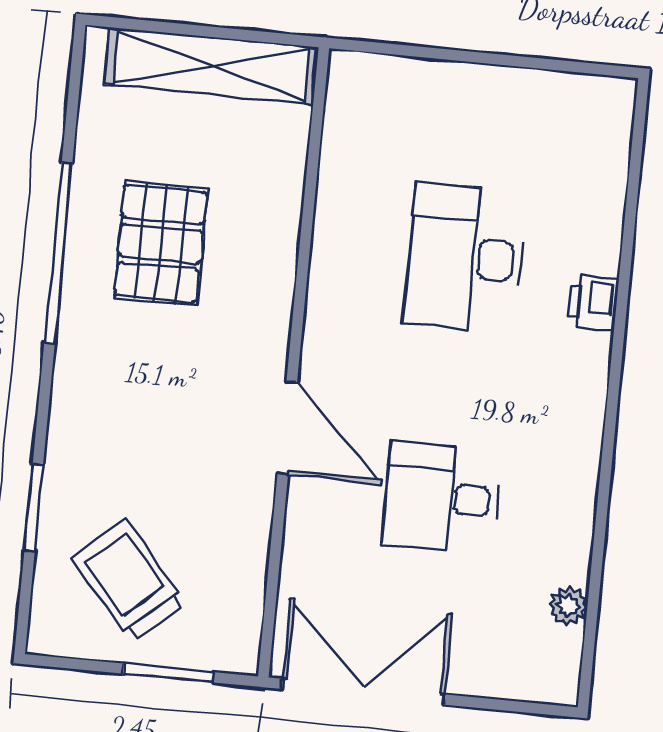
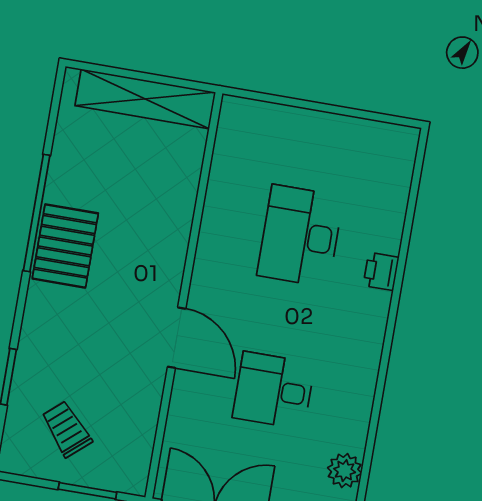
pallet: (161, 244) -> (65, 246), moved
trolley: (129, 581) -> (66, 429), width x0.73, depth x0.72
plant: (568, 606) -> (345, 471), width x1.38, depth x1.38

